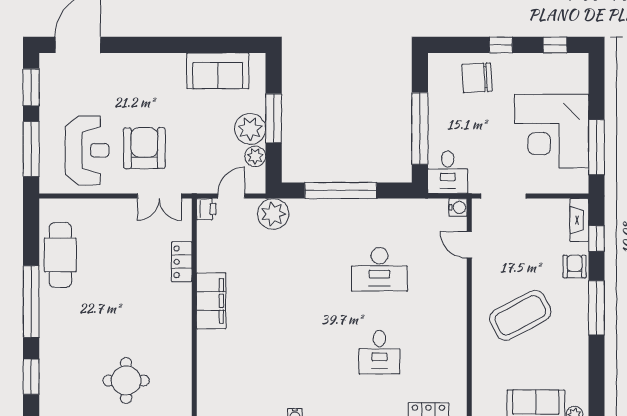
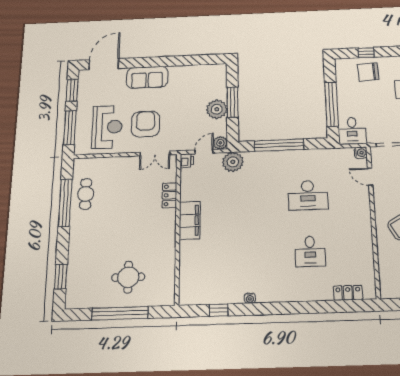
window: (501, 45) -> (366, 53), moved
sofa: (218, 71) -> (147, 77), moved
plant: (255, 156) -> (220, 143), moved
cafe table: (60, 255) -> (86, 194), width x0.73, depth x0.74
window: (31, 302) -> (65, 203), moved

